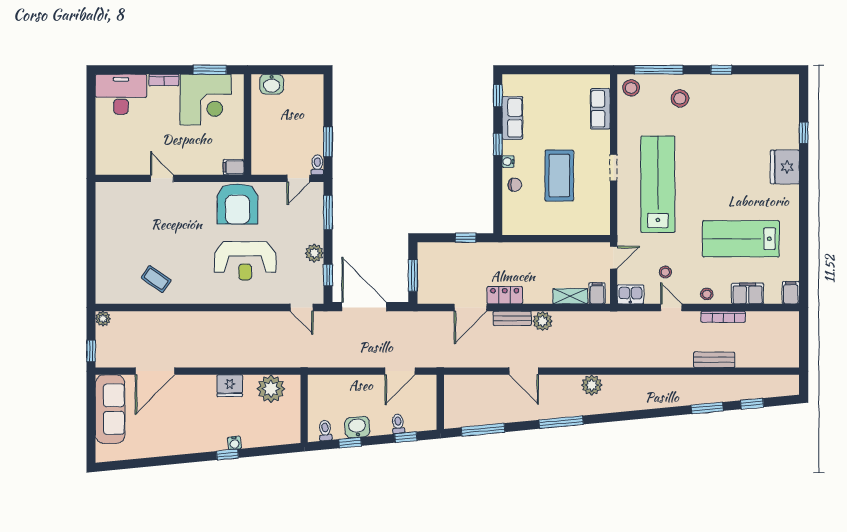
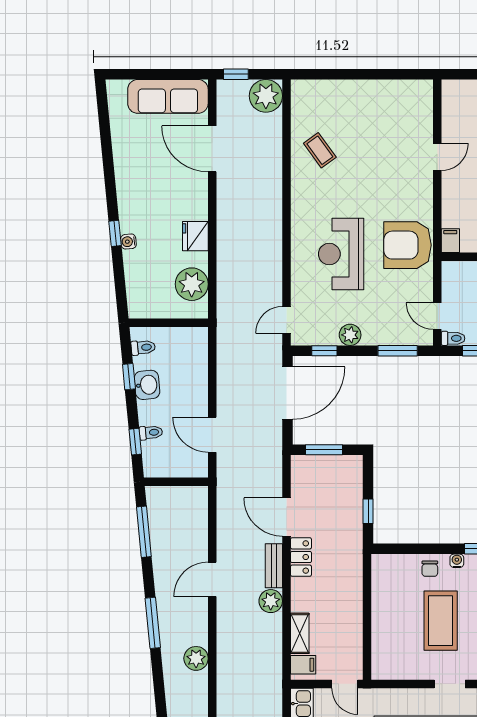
coffee table: (559, 176) -> (441, 621), turned 90
coffee table: (156, 279) -> (320, 150), turned -71
plant: (103, 319) -> (266, 96), width x1.88, depth x1.88

